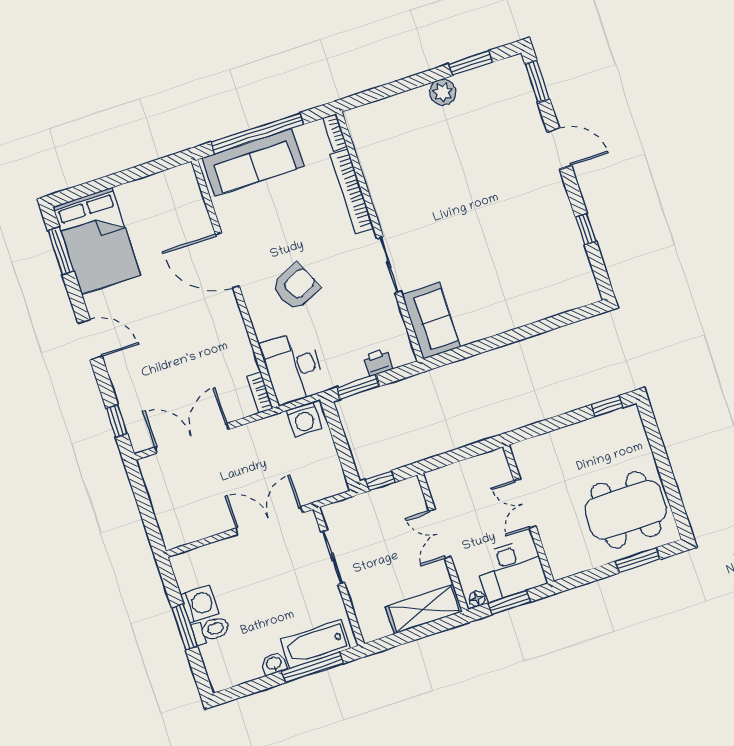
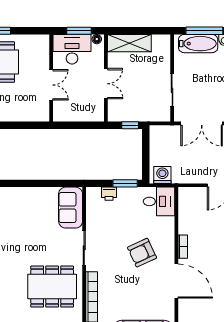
dining table: (419, 187) -> (52, 286), added
desk: (293, 368) -> (159, 201), width x0.73
bookcase: (260, 393) -> (183, 247), moved

